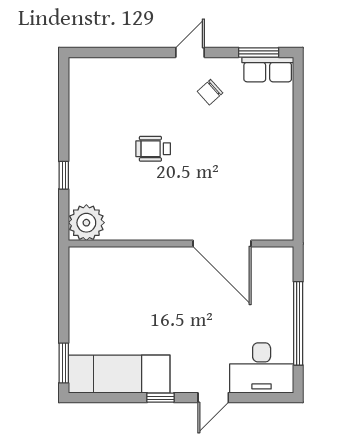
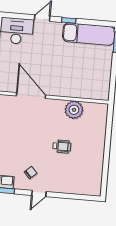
window: (64, 175) -> (108, 137), removed
plant: (86, 223) -> (74, 110), moved

